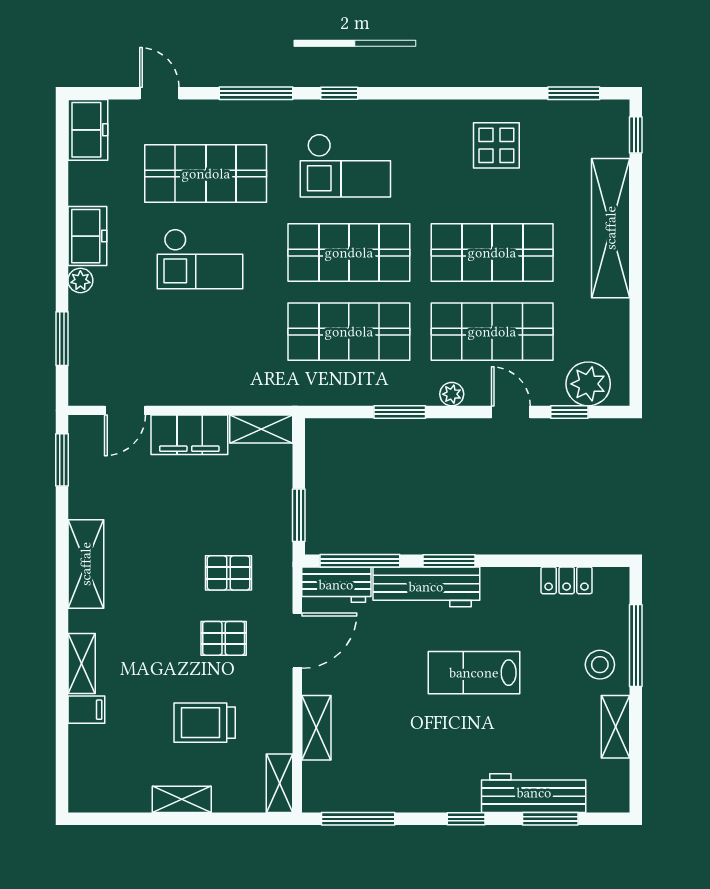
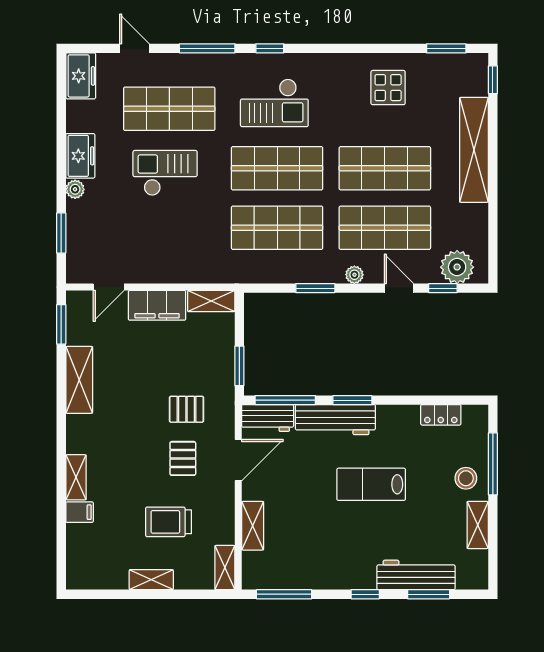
checkout: (200, 259) -> (165, 173), turned 180
shelving: (86, 564) -> (79, 380), moved
pallet: (224, 638) -> (183, 458), turned 90

